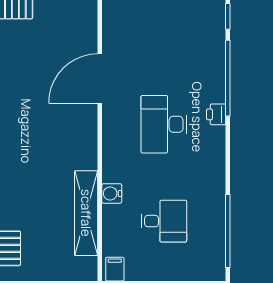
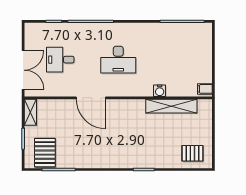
printer: (216, 114) -> (112, 28), removed
desk: (164, 221) -> (60, 60), moved, turned -90

